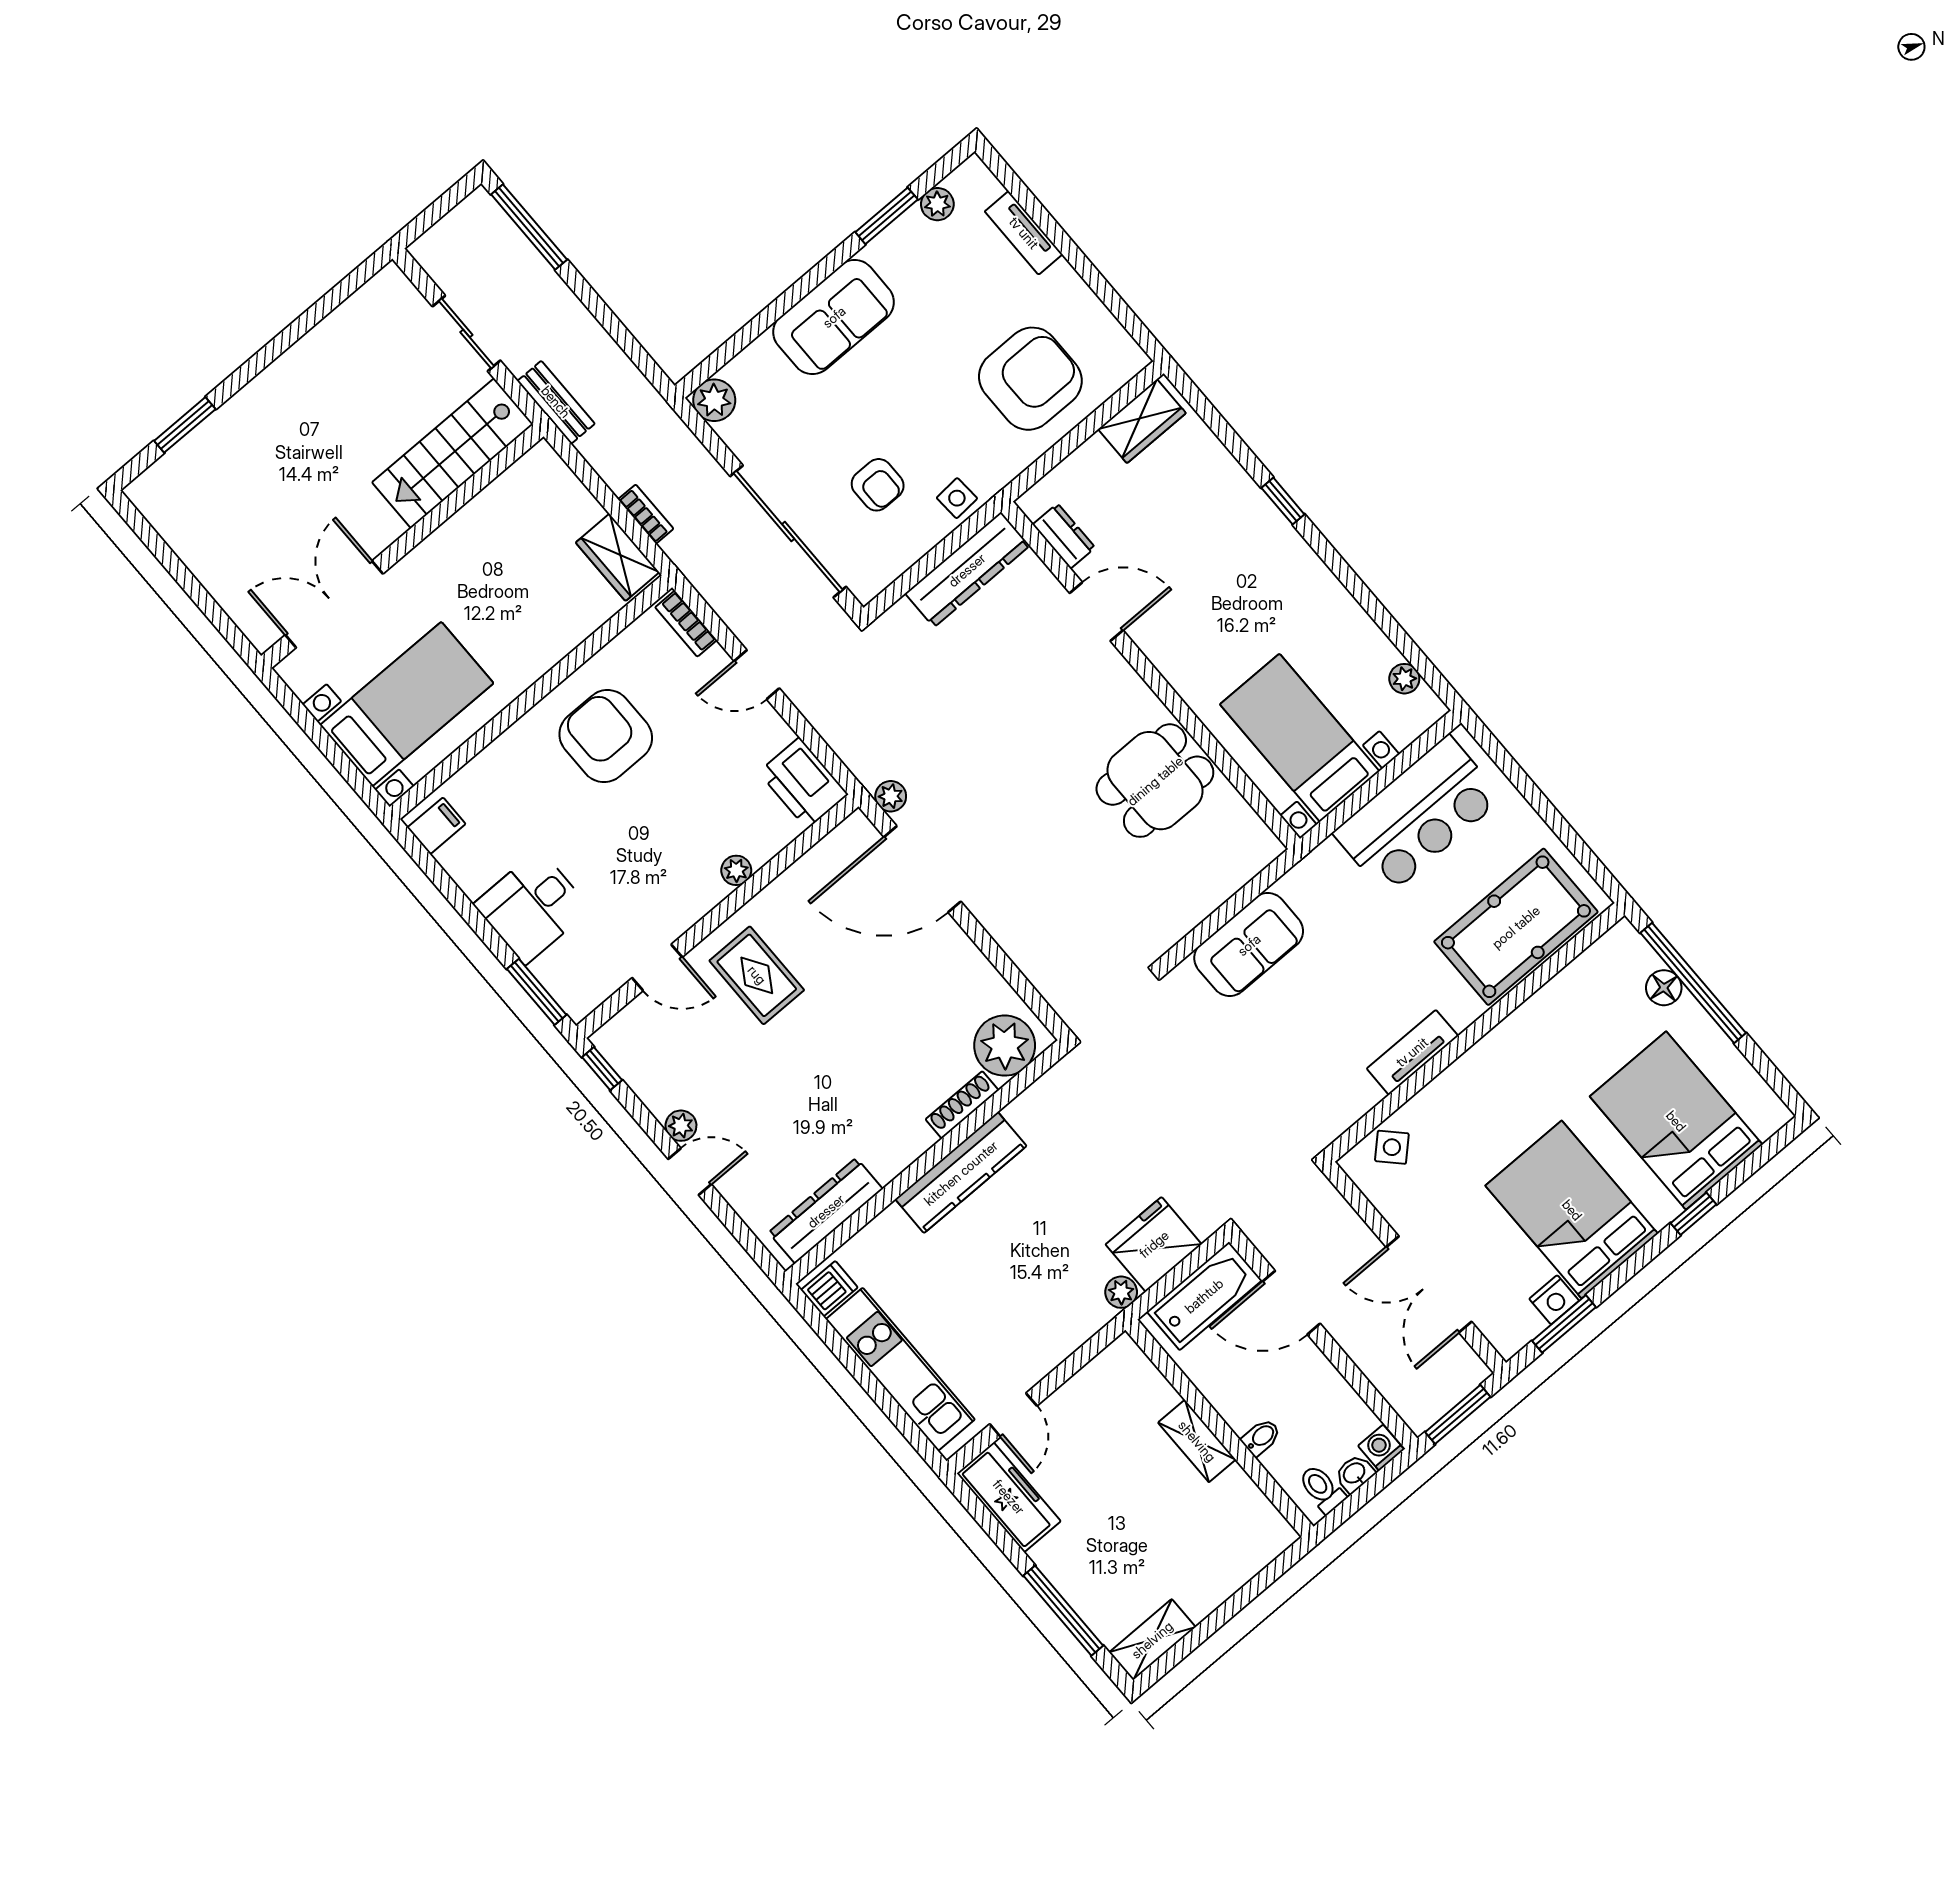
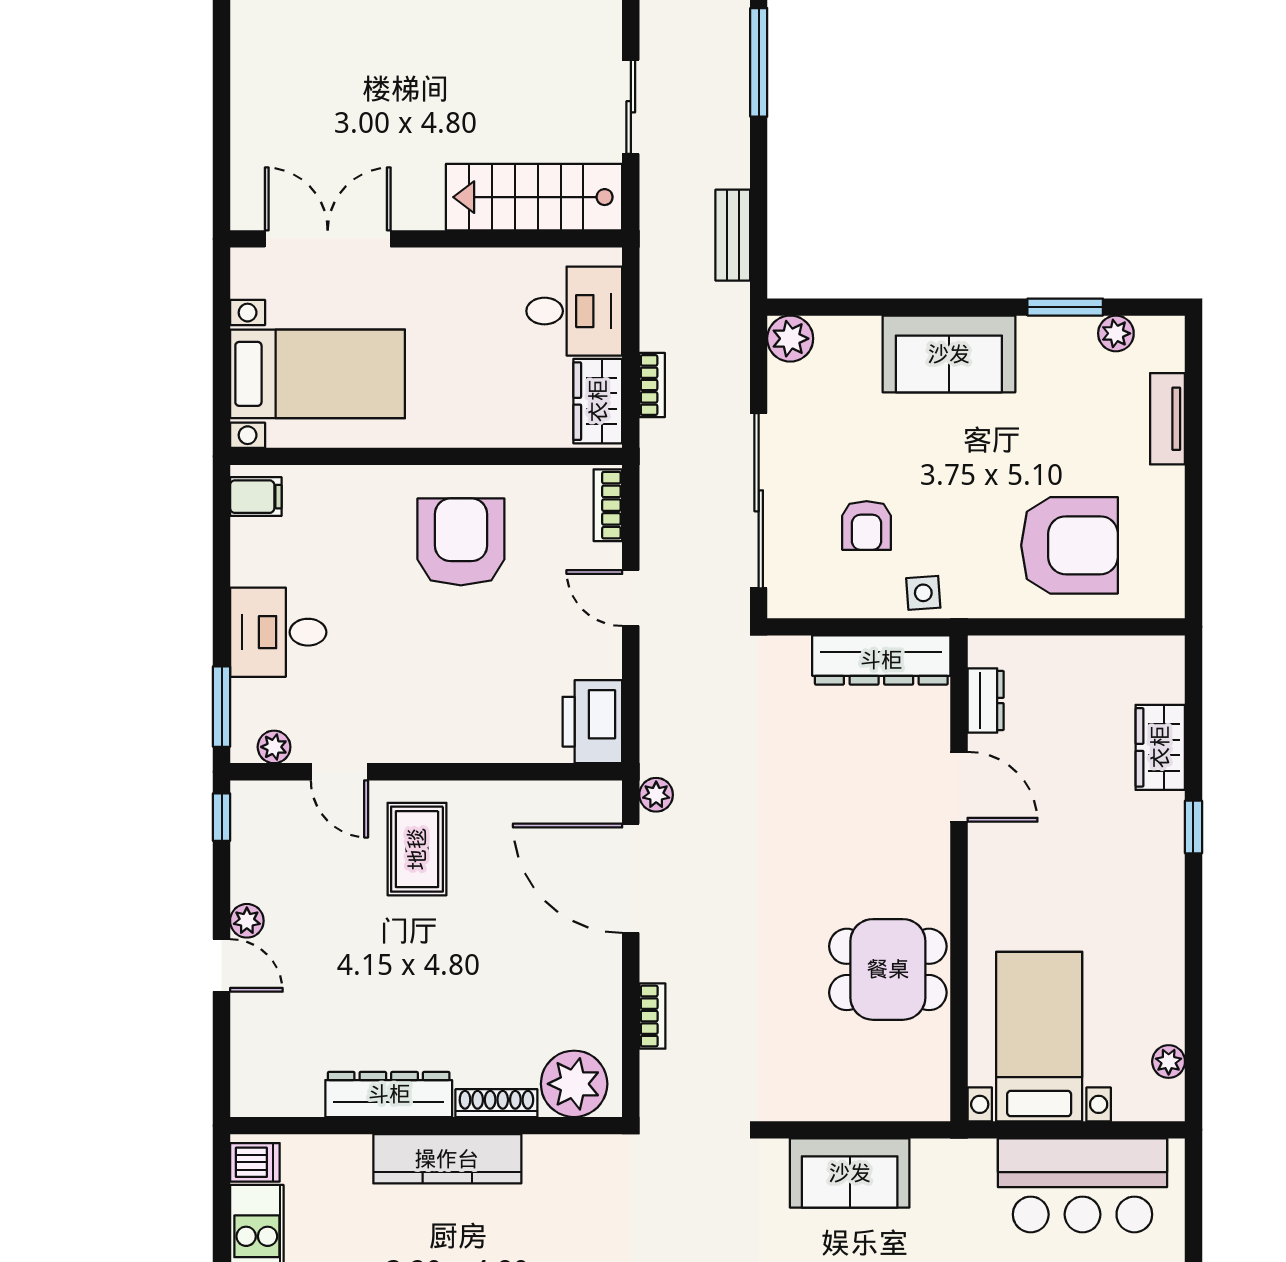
bench: (556, 402) -> (733, 235), moved
wardrobe: (1142, 421) -> (1160, 747), moved, turned 90
desk: (548, 509) -> (574, 311), added
plant: (736, 870) -> (274, 747), moved
bookcase: (1019, 952) -> (652, 1016), added
dresser: (826, 1211) -> (389, 1094), moved

